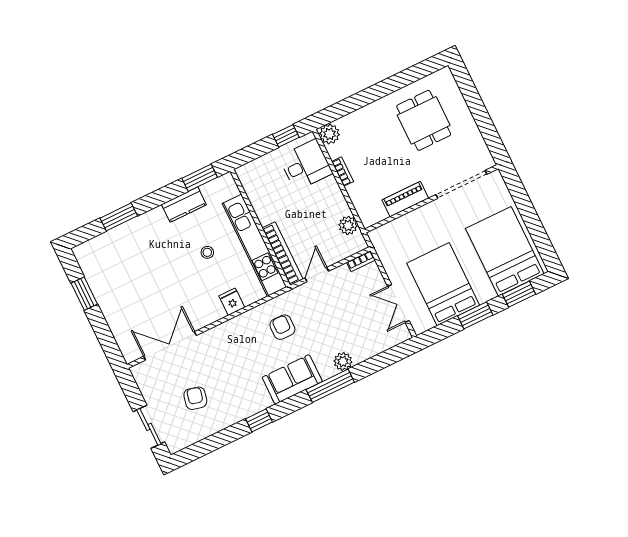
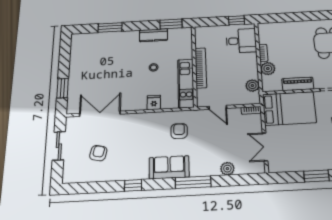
plant: (329, 134) -> (268, 69), moved
kitchen unit: (254, 245) -> (186, 83), width x0.73
bookcase: (282, 254) -> (201, 68), moved
door: (317, 275) -> (218, 107), swing flipped
bed: (443, 284) -> (289, 108), moved, turned 90
window: (84, 294) -> (63, 88), moved
plant: (343, 361) -> (227, 169), moved
sliding door: (149, 427) -> (59, 146), moved

